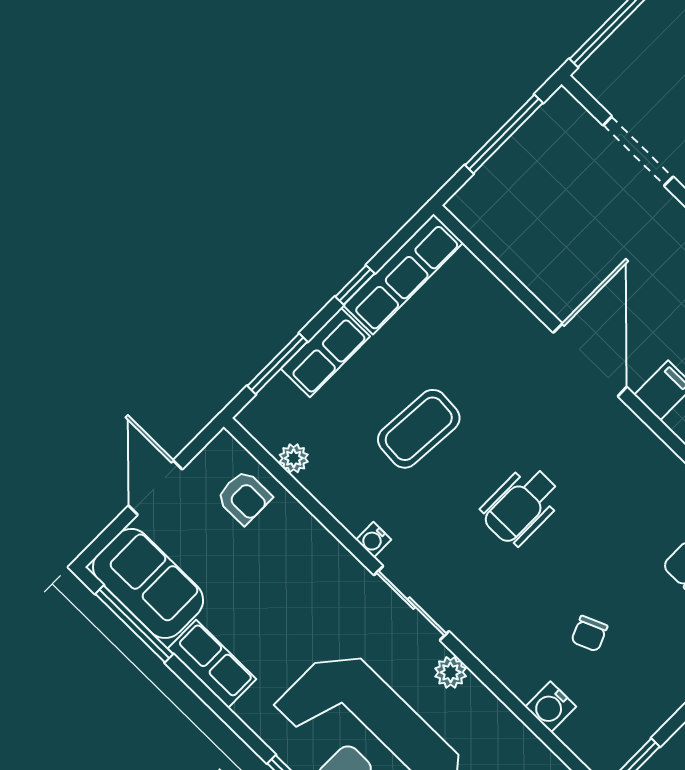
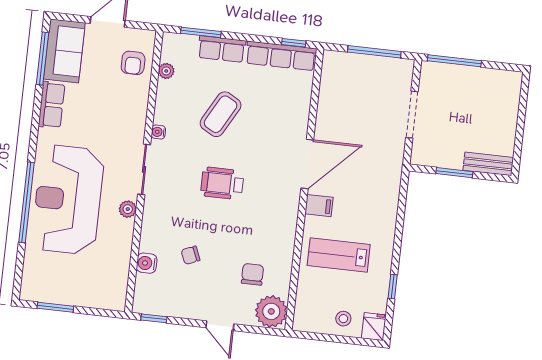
window: (355, 285) -> (294, 43), moved
coffee table: (419, 429) -> (221, 114), turned -65

